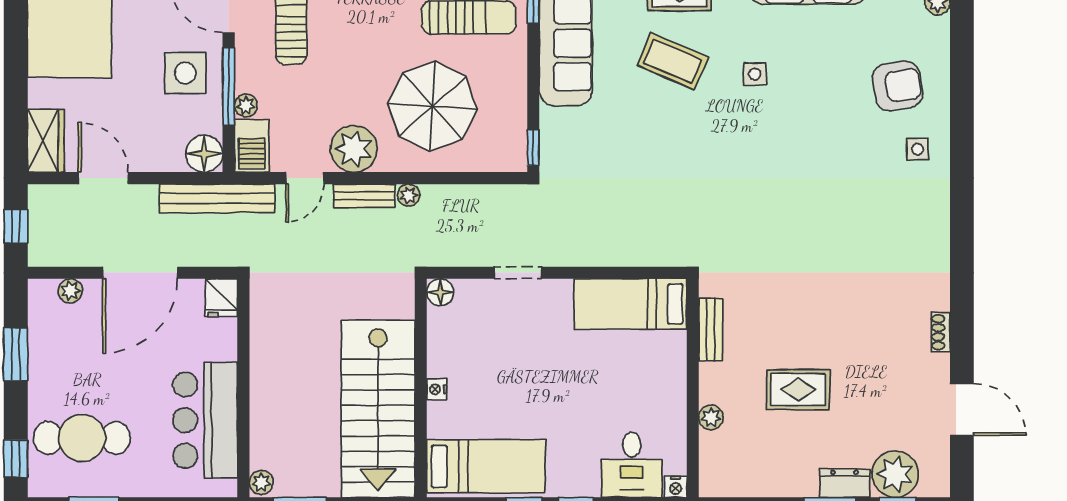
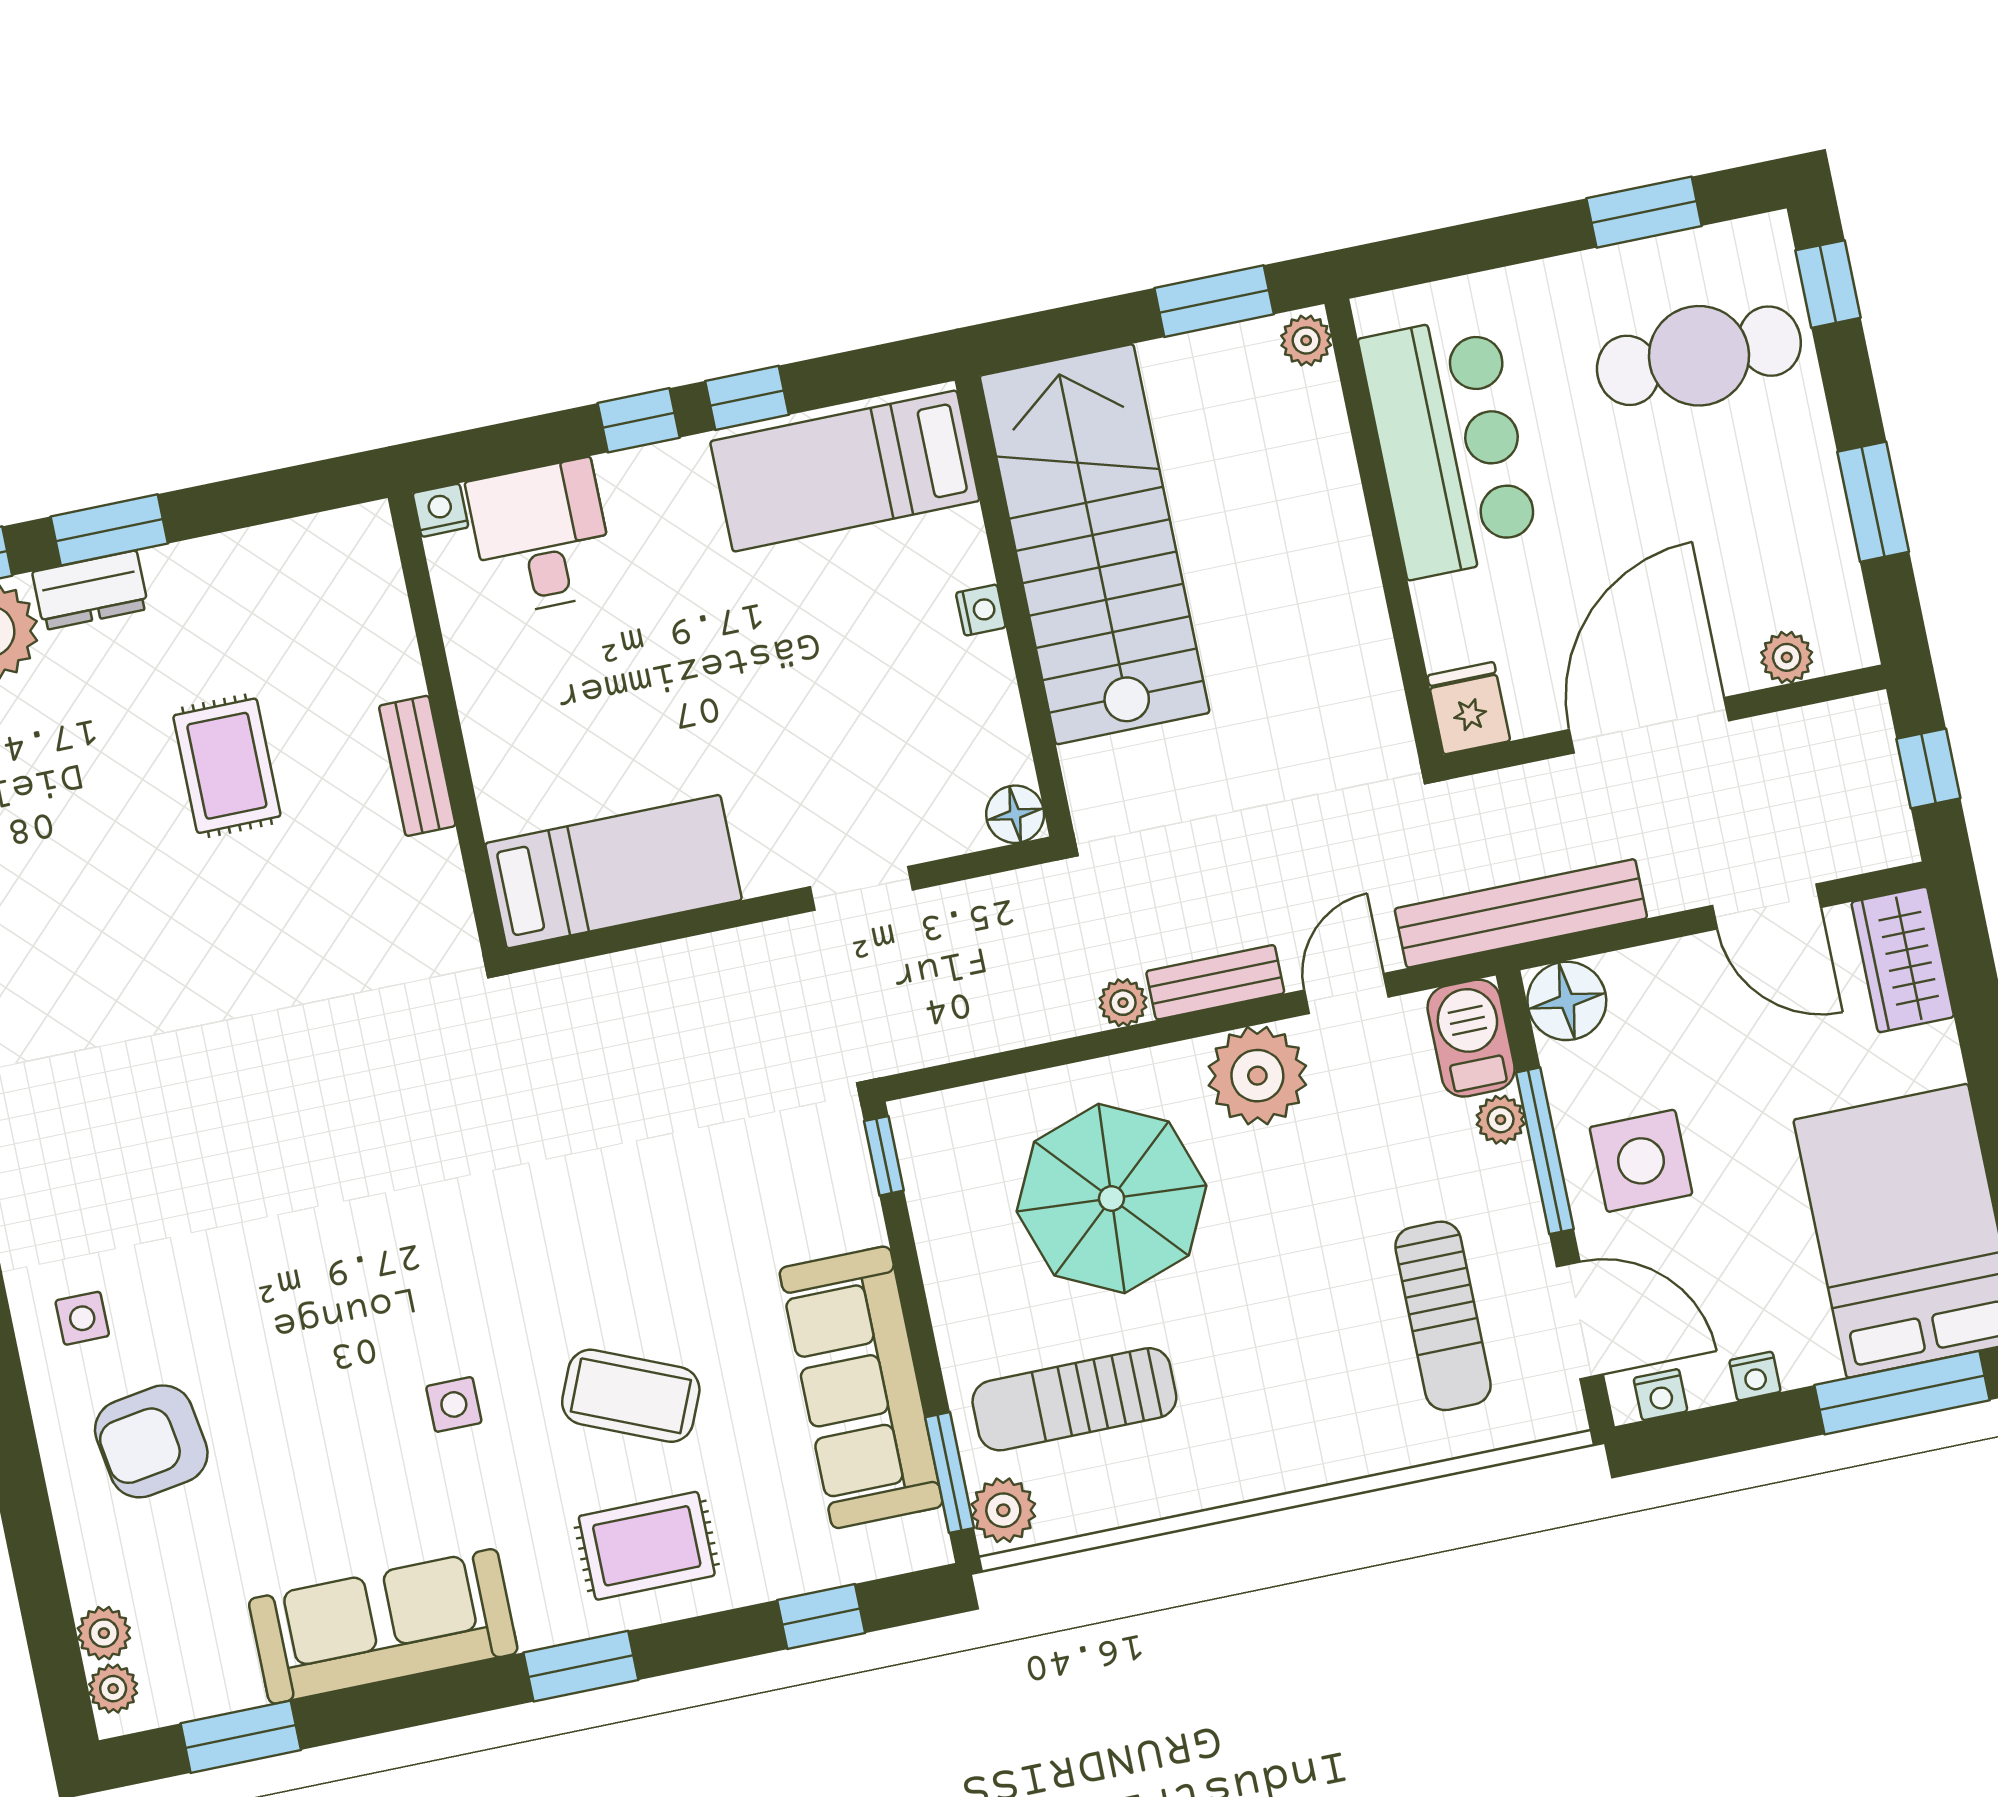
bench: (711, 330) -> (417, 766), moved
rug: (798, 390) -> (227, 766), turned 90
plant: (711, 417) -> (397, 670), removed

